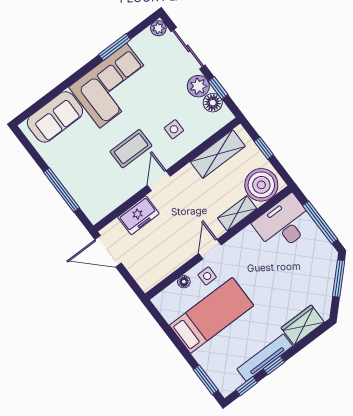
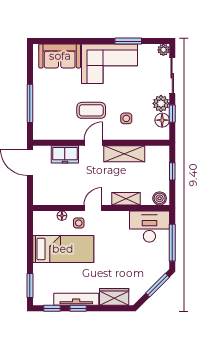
shelving: (218, 154) -> (124, 154), moved
boiler: (261, 185) -> (160, 198), width x0.54, depth x0.54

